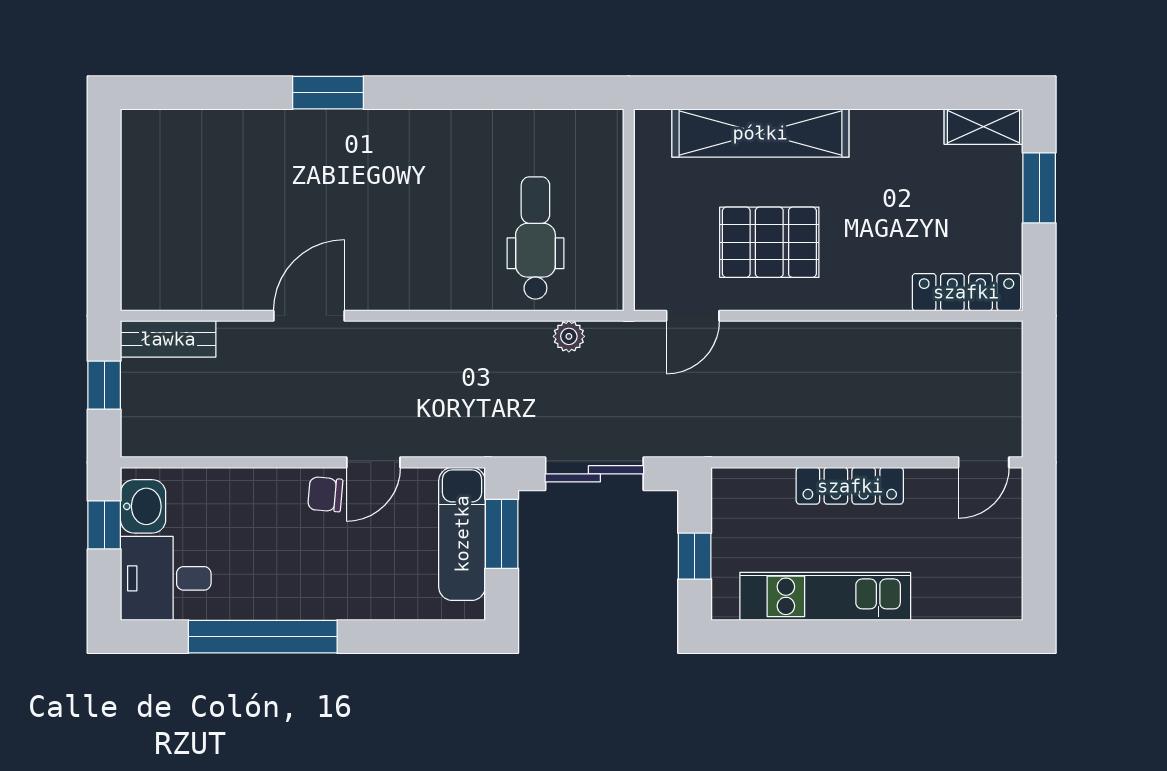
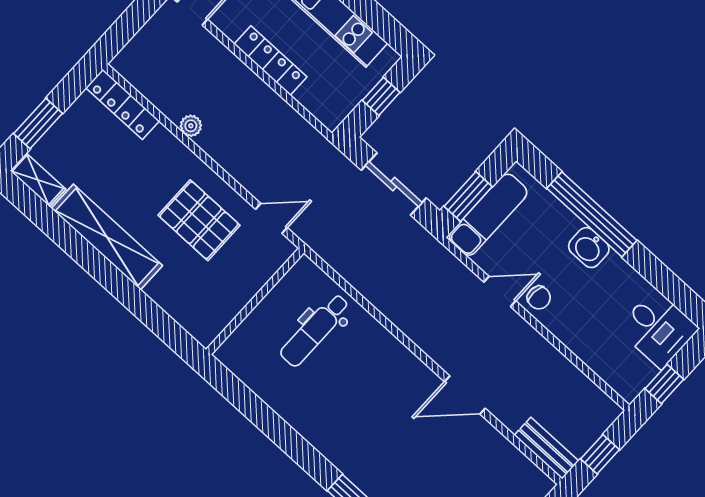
shelving: (760, 133) -> (107, 237), moved
plant: (569, 336) -> (191, 126), moved
washbasin: (143, 506) -> (589, 248), moved, turned -90
window: (263, 637) -> (592, 214), moved

